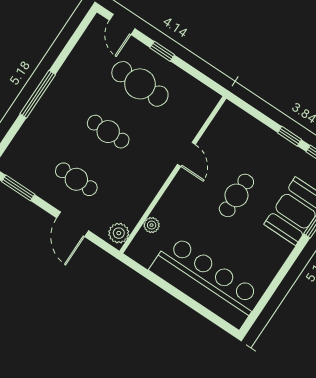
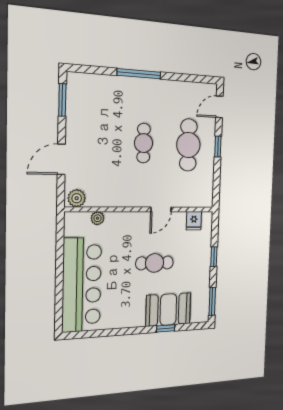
fridge: (222, 126) -> (194, 221), added
window: (290, 136) -> (214, 257), moved
cafe table: (76, 179) -> (96, 141), removed

